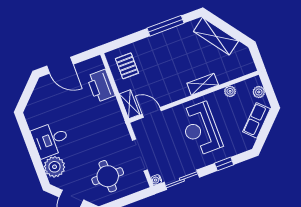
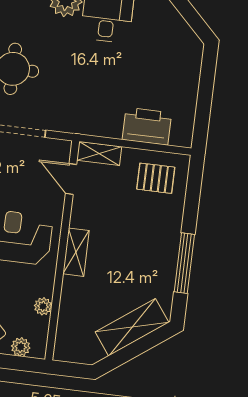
door: (60, 65) -> (206, 83), removed
shelving: (203, 84) -> (76, 252), moved
door: (152, 112) -> (71, 179), swing flipped

